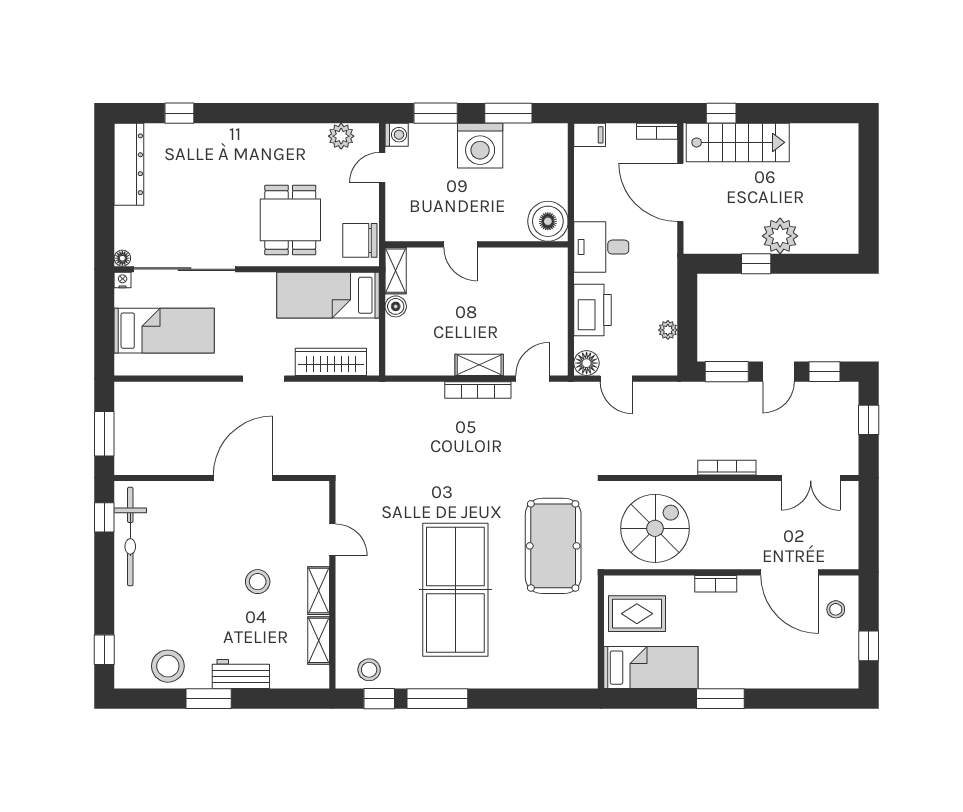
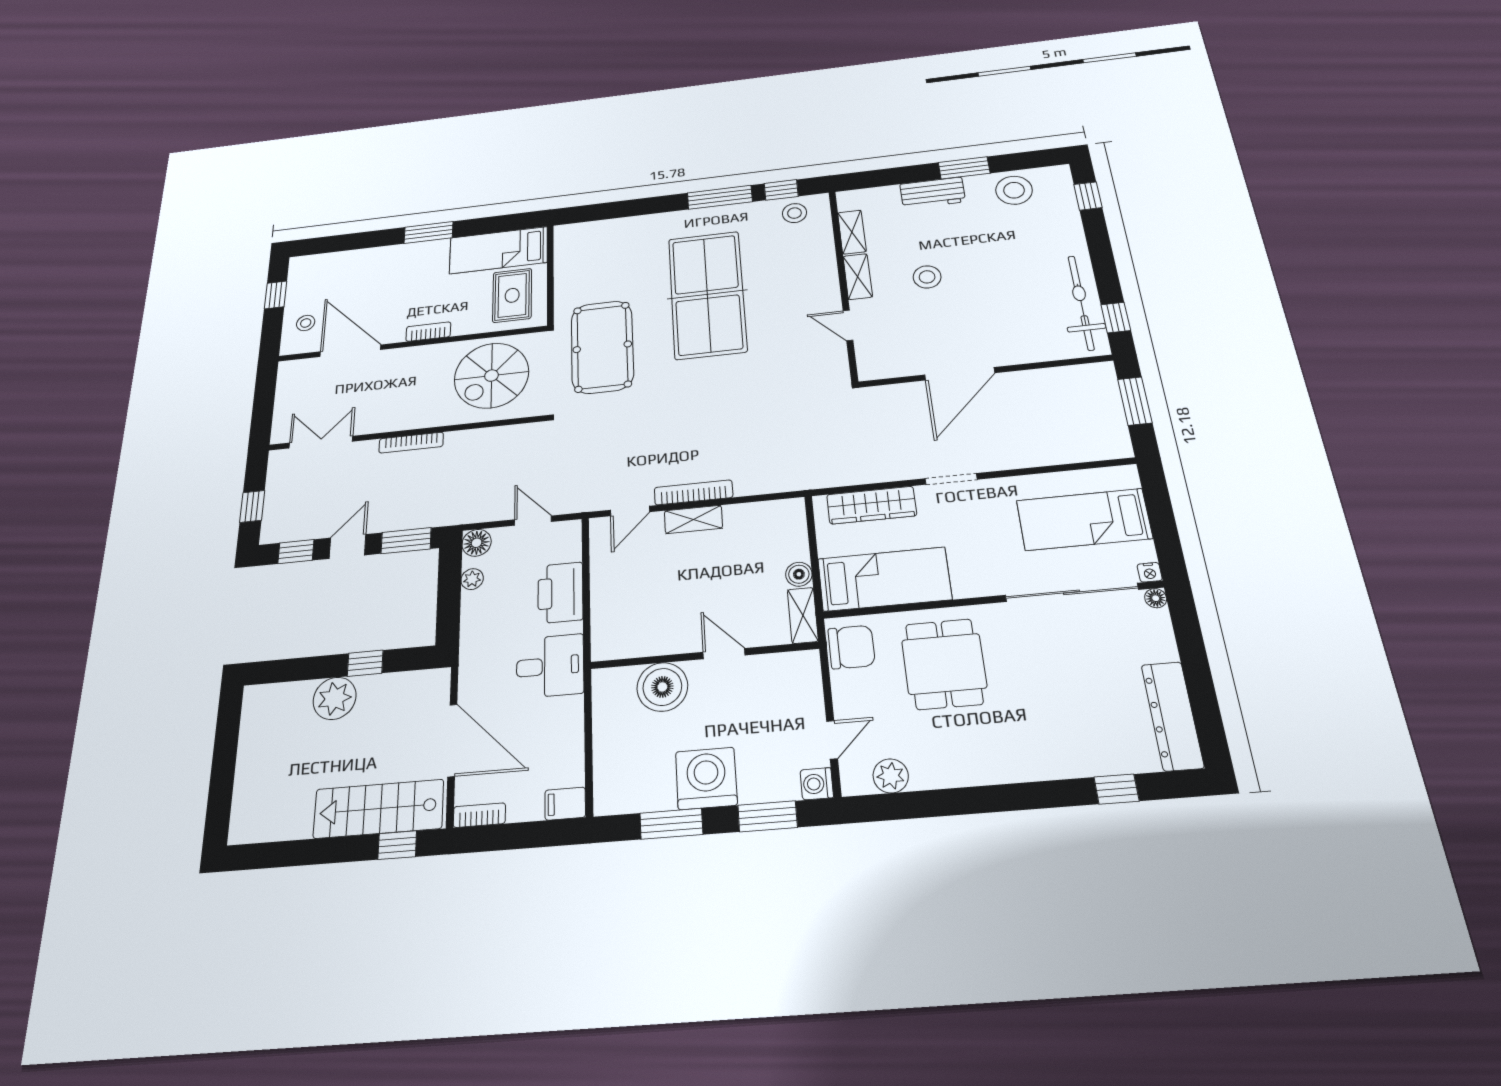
boiler: (548, 221) -> (662, 687), moved
floor lamp: (587, 363) -> (477, 543), moved
rug: (637, 614) -> (512, 295), turned 90

